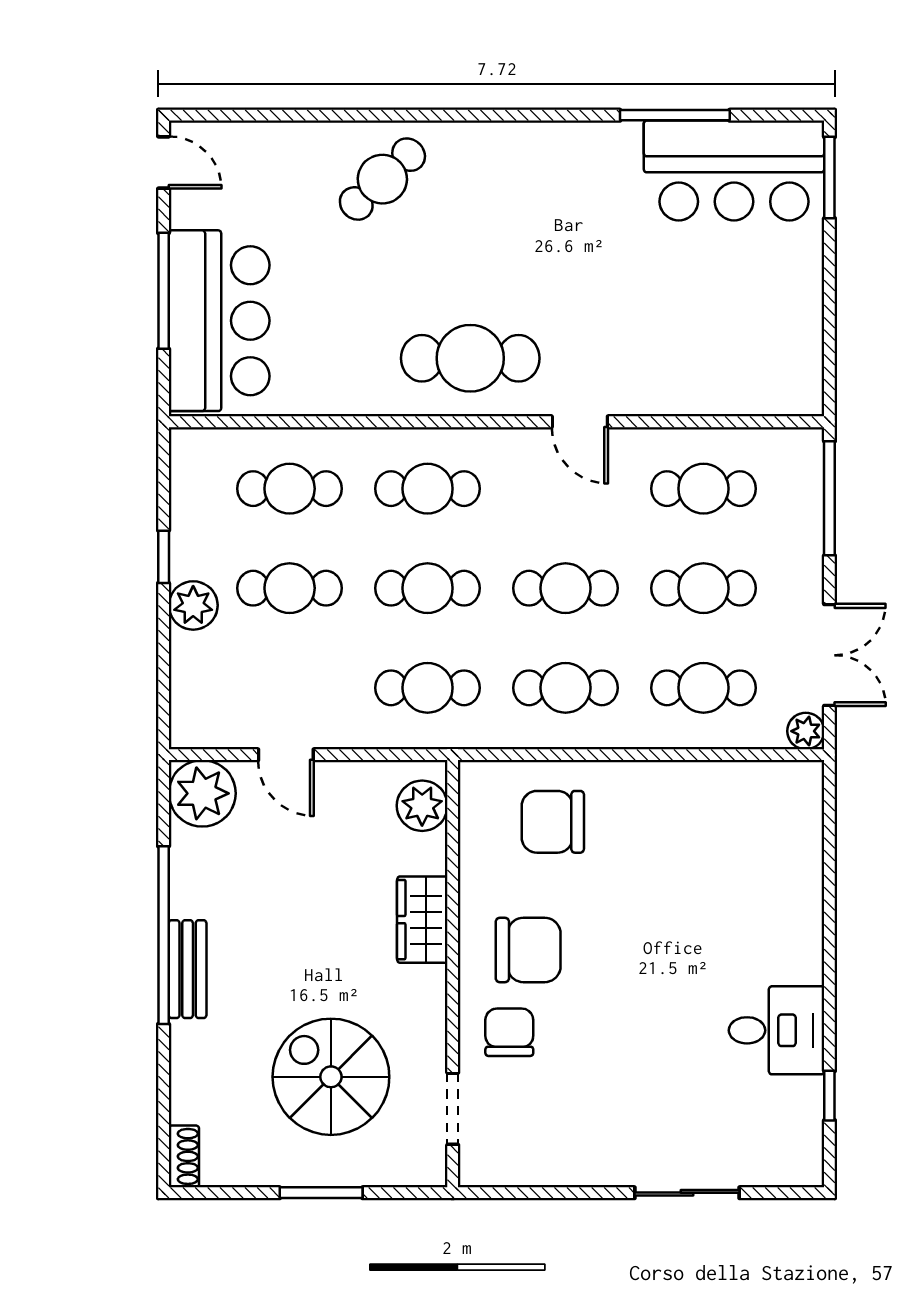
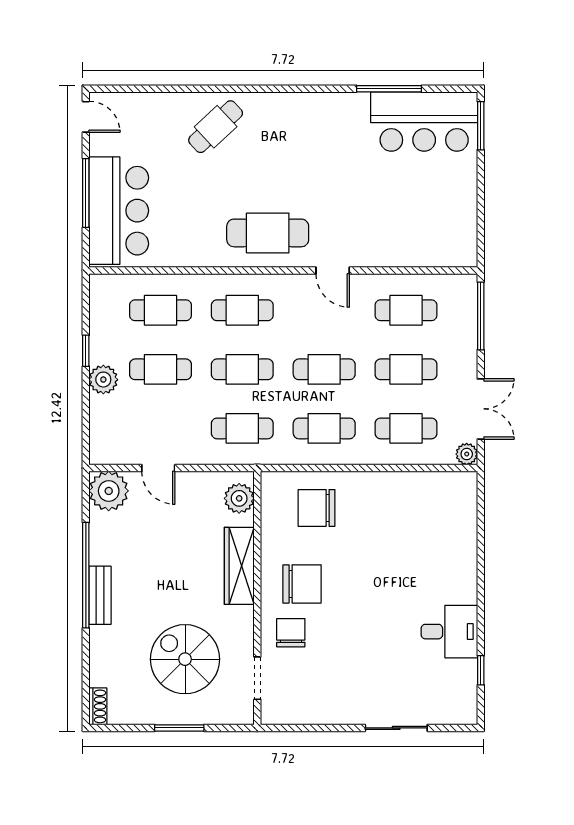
wardrobe: (422, 920) -> (239, 566), width x1.50

